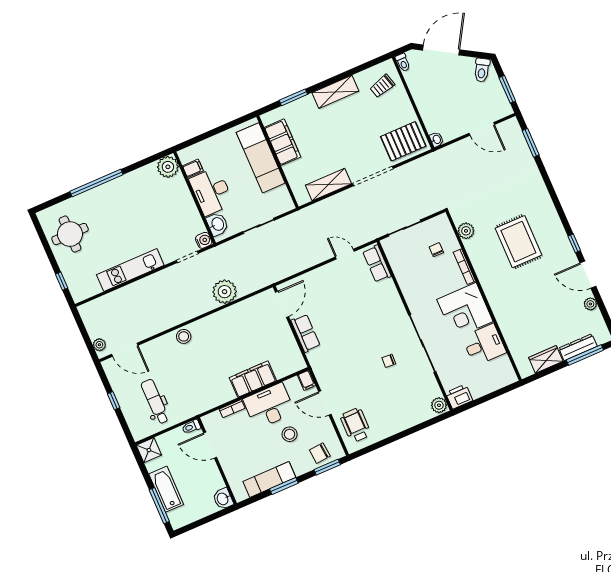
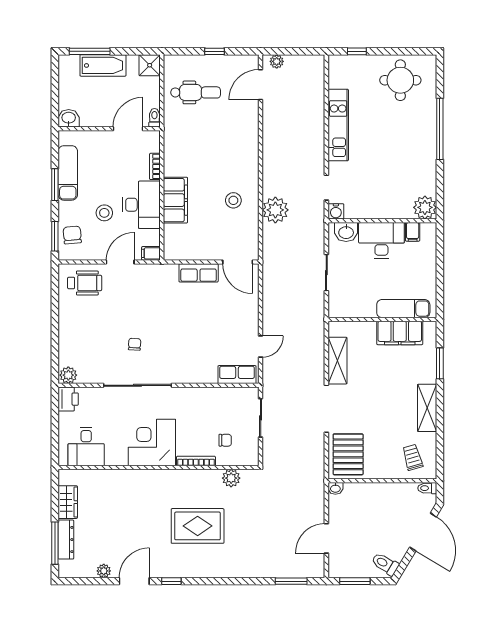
exam couch: (261, 158) -> (403, 309), width x0.73, depth x0.69
stool: (184, 336) -> (233, 200), moved
desk: (484, 345) -> (86, 447), moved

